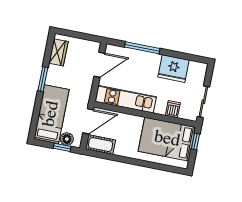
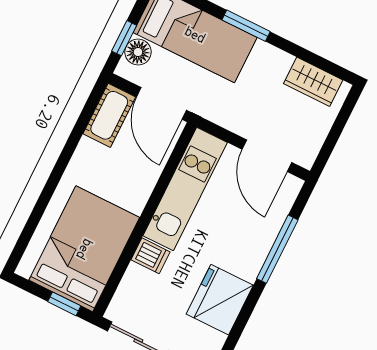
window: (43, 79) -> (246, 26), moved
dishwasher: (173, 109) -> (151, 256), moved

